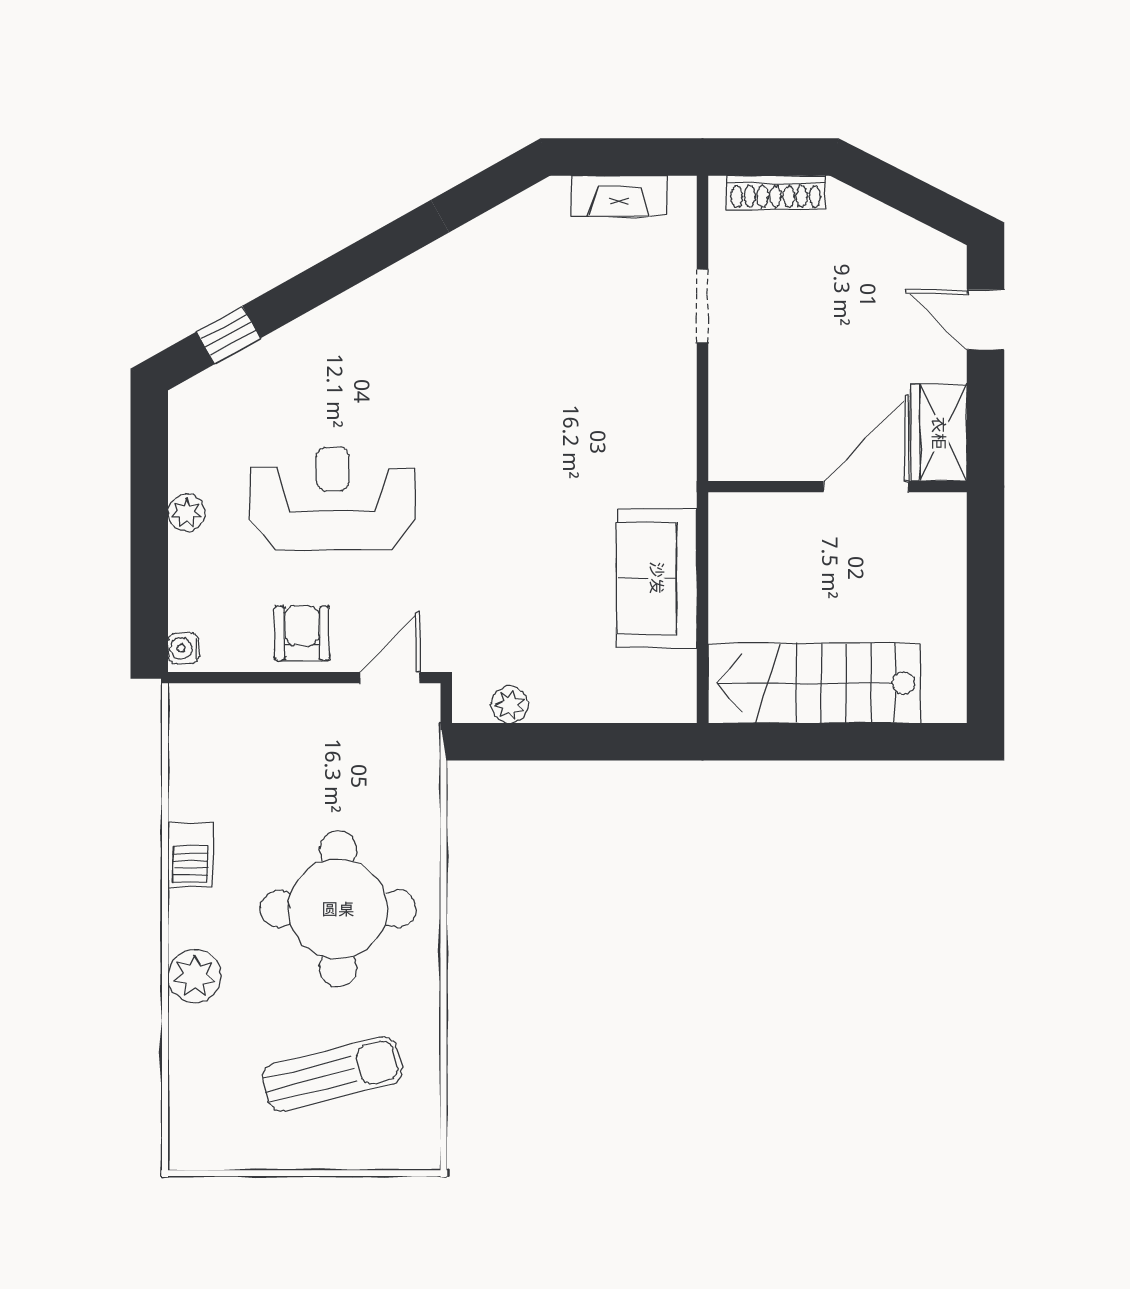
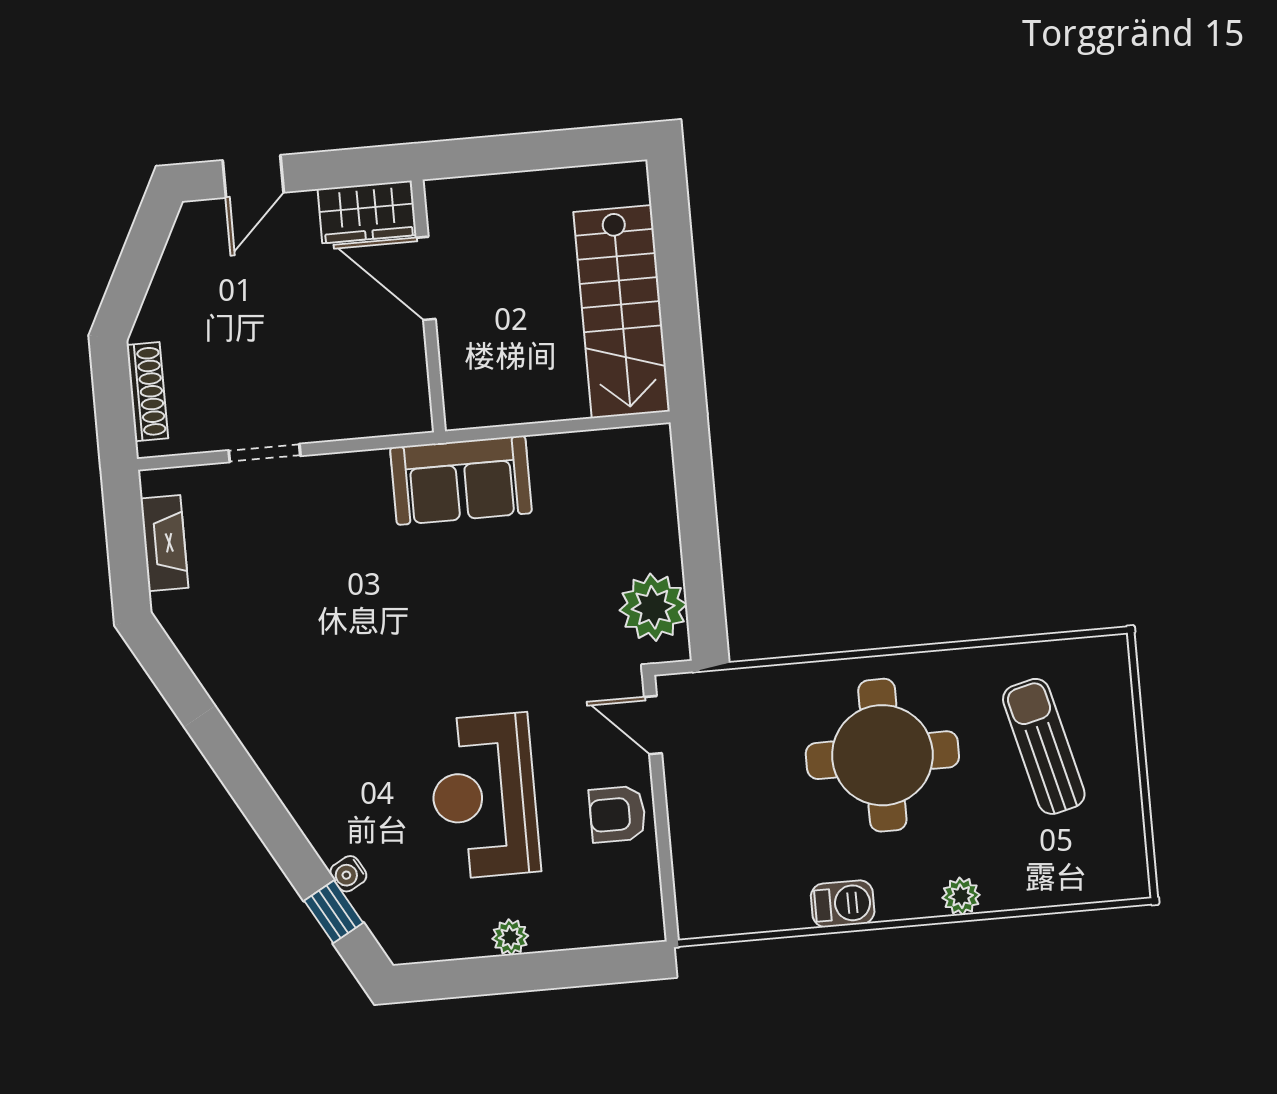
sofa: (657, 578) -> (461, 480), moved
water cooler: (184, 648) -> (348, 874), moved, turned 61
plant: (510, 705) -> (653, 607), width x1.88, depth x1.88
plant: (194, 976) -> (961, 896), width x0.73, depth x0.73

